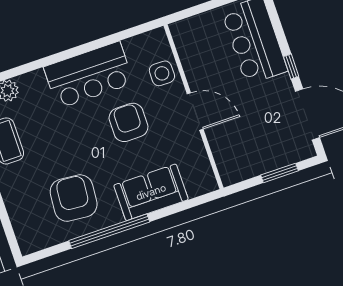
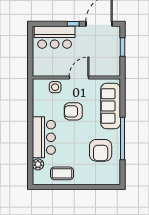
bar counter: (89, 75) -> (44, 137), moved
sofa: (151, 192) -> (111, 106), width x1.36
armchair: (74, 198) -> (101, 150), turned -95

